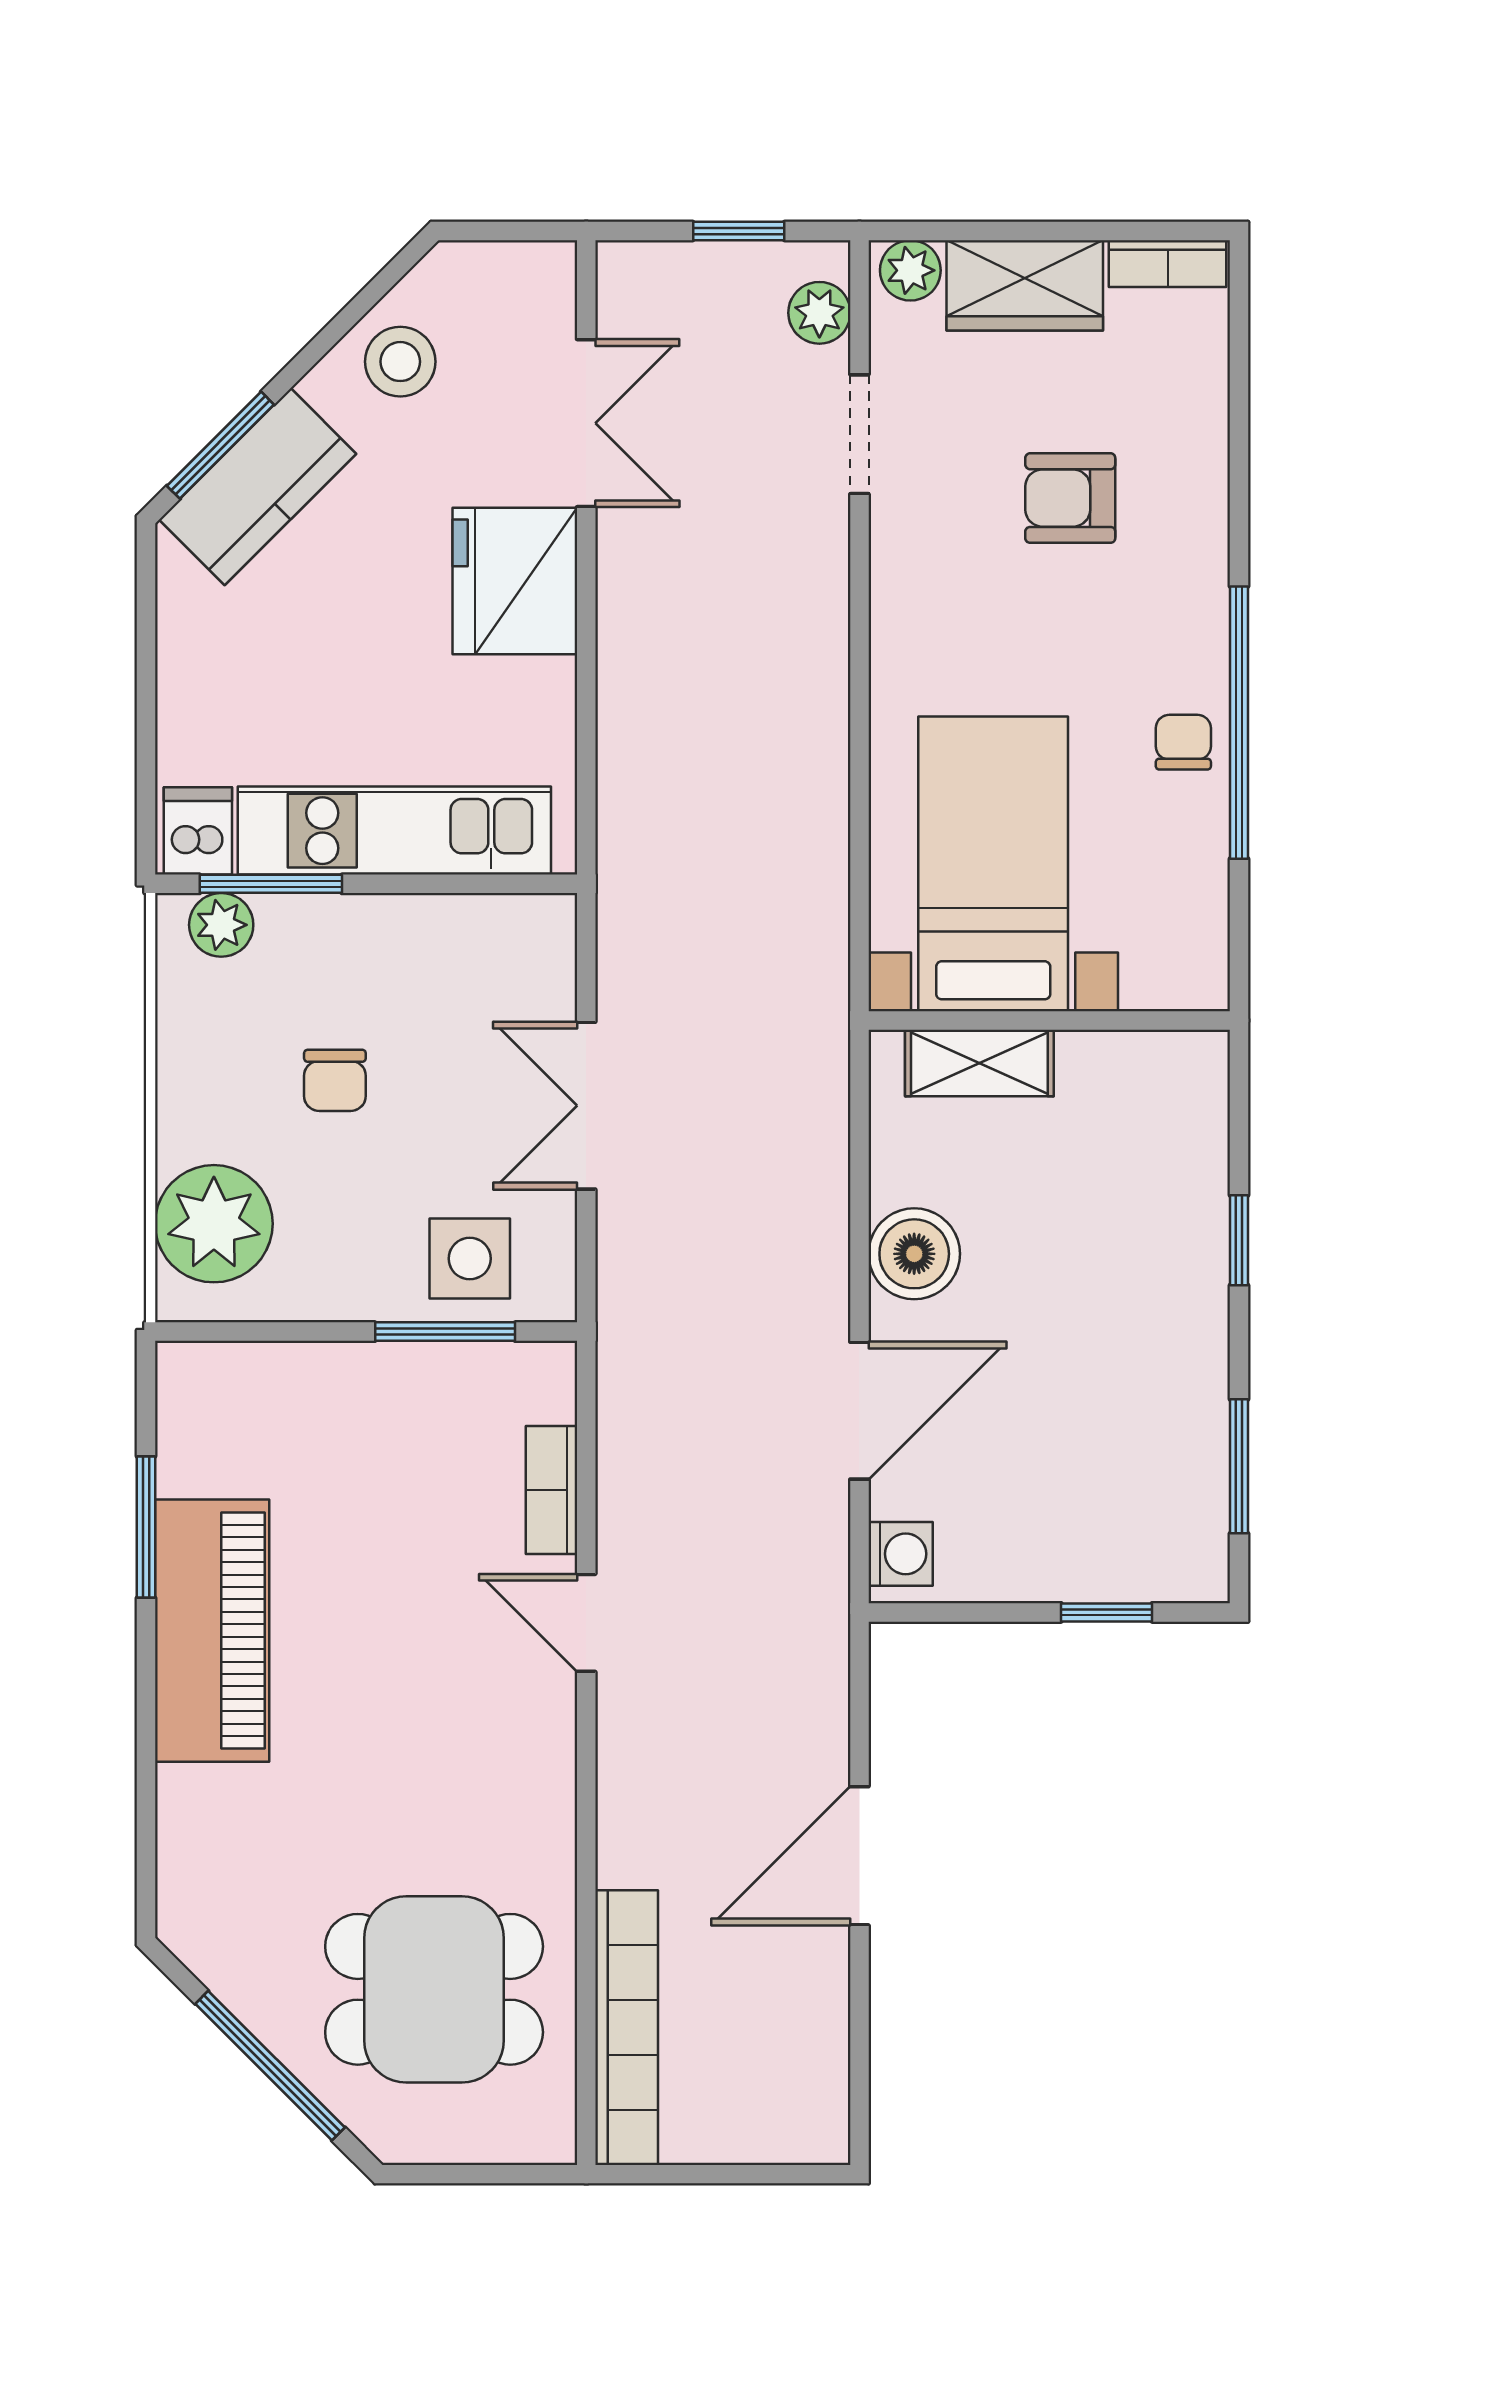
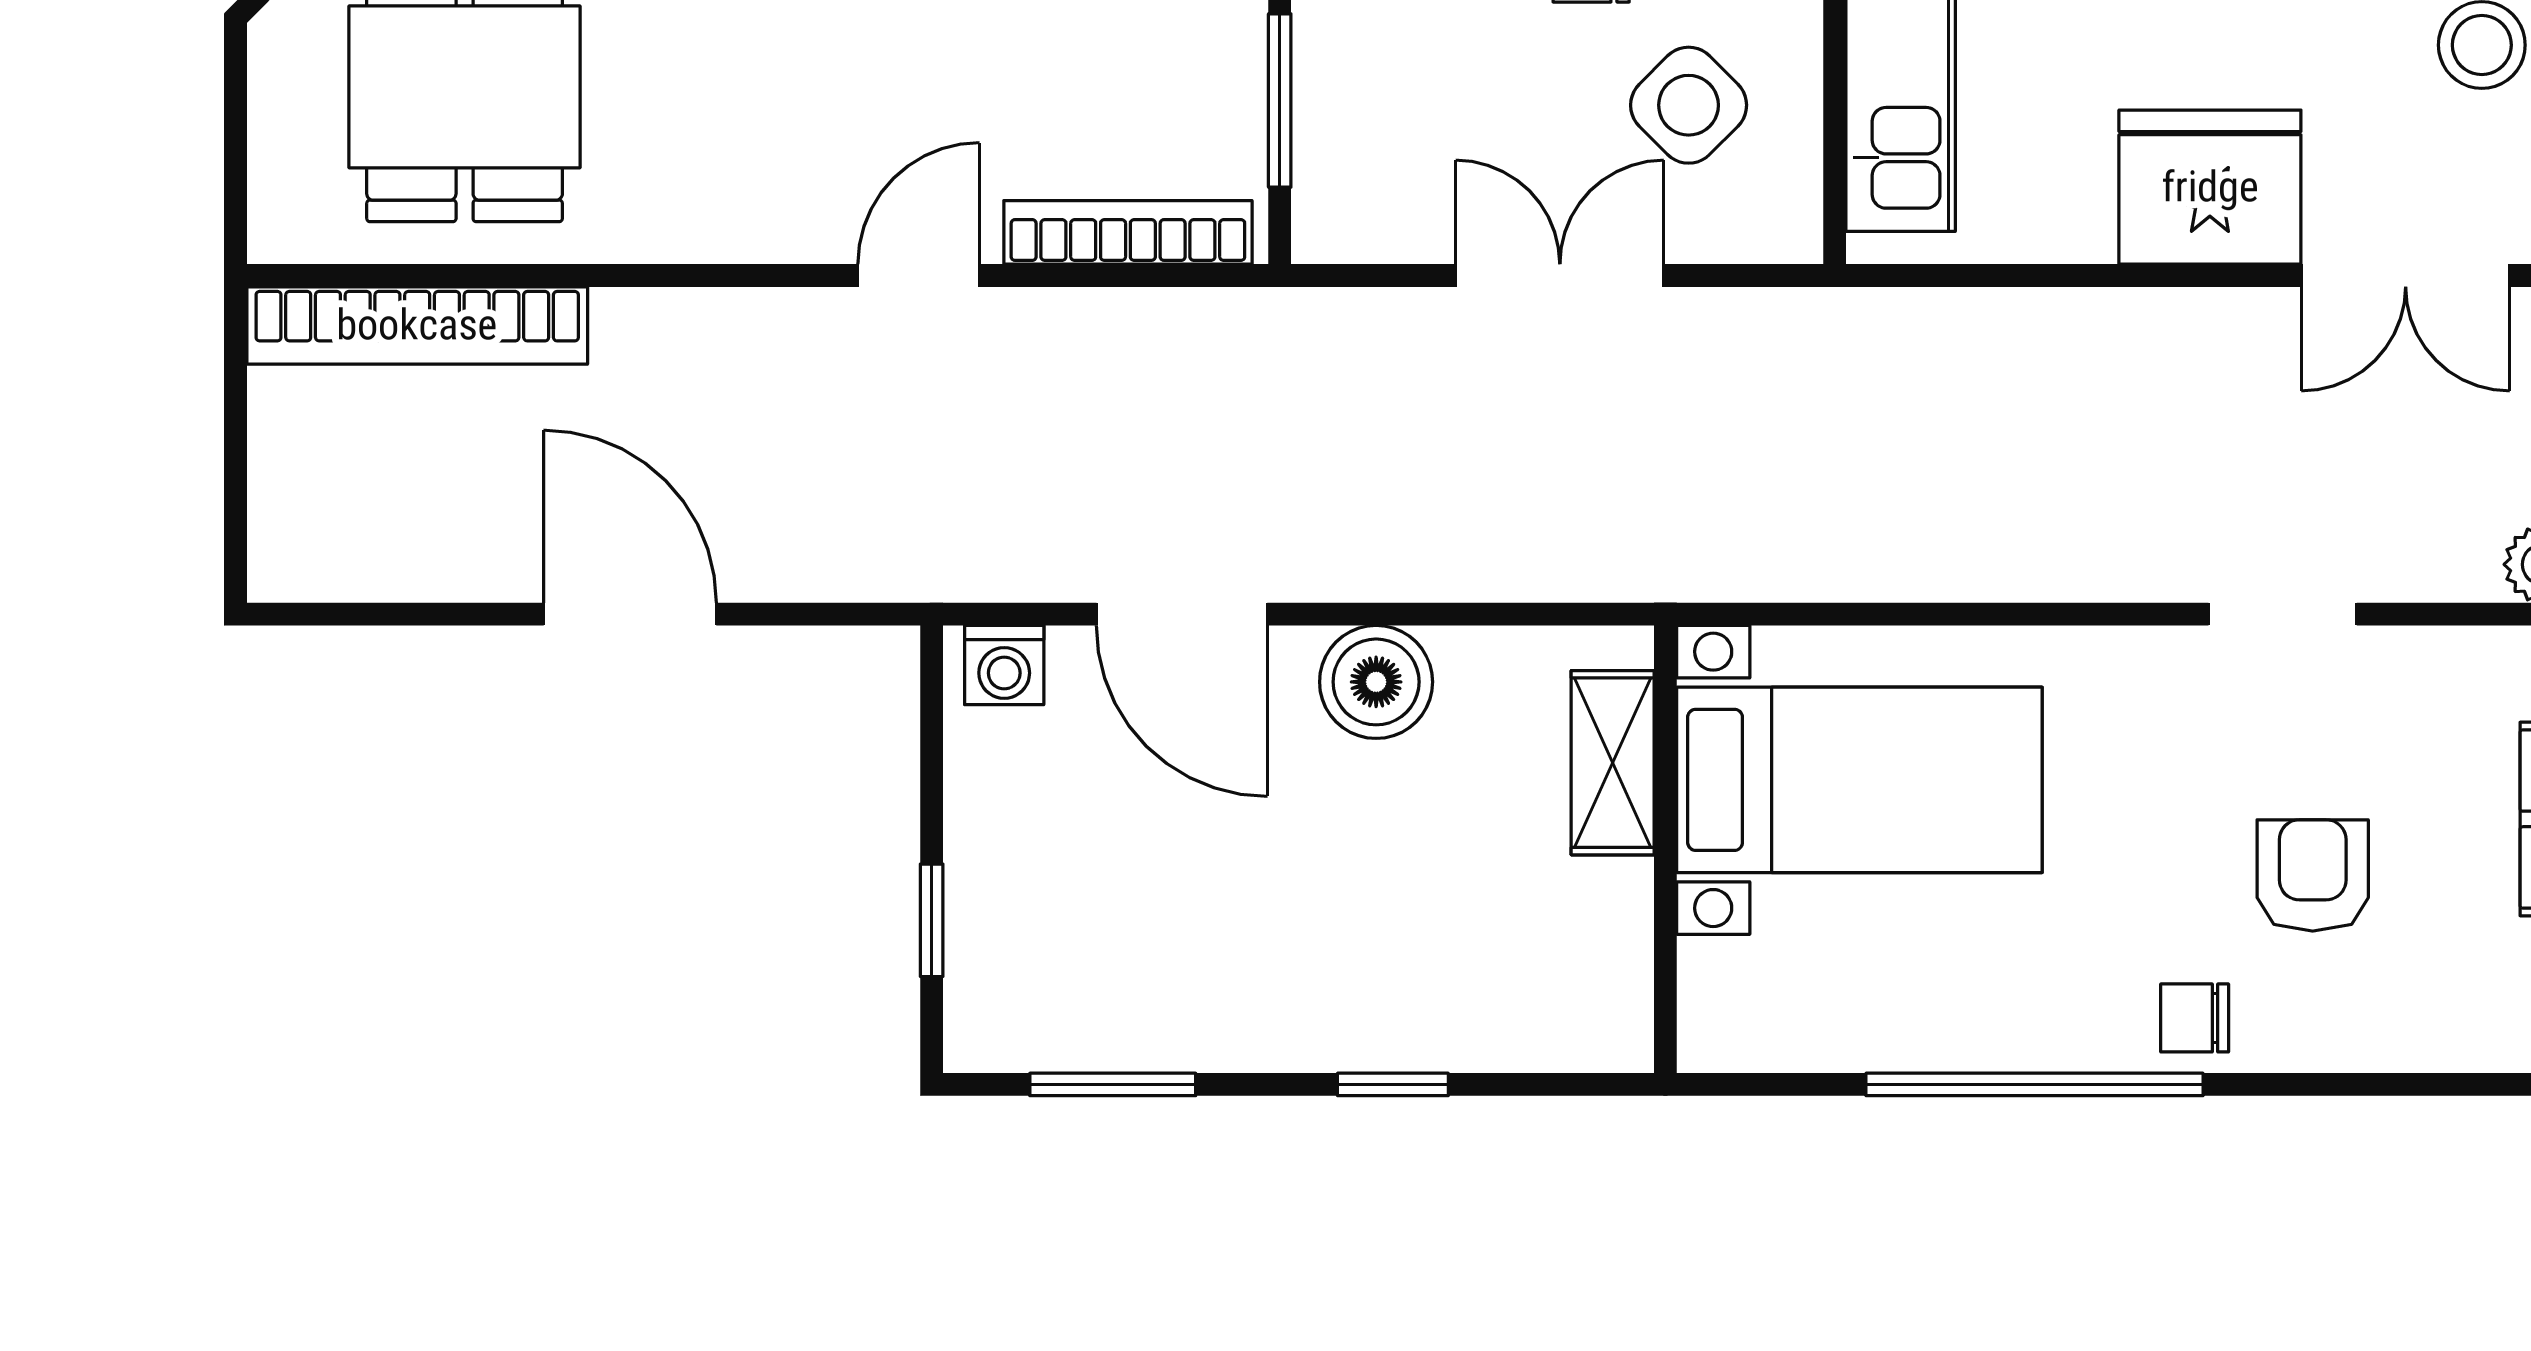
doorway: (859, 434) -> (2283, 614), moved
chair: (1183, 742) -> (2195, 1018), moved, turned 180
side table: (470, 1259) -> (1689, 105), moved, turned 45
bookcase: (551, 1490) -> (1128, 232), width x1.56

